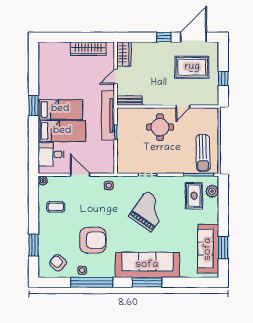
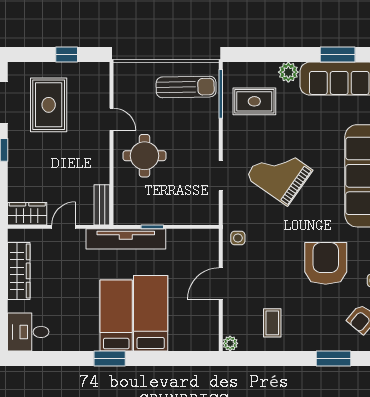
door: (116, 77) -> (64, 227), swing flipped
desk: (51, 154) -> (28, 332), moved, turned 90
plant: (212, 191) -> (288, 72), moved

